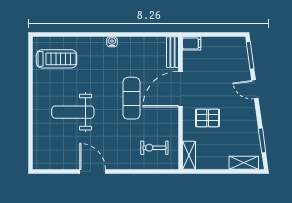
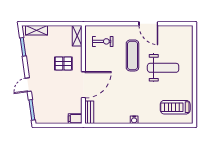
door: (255, 89) -> (28, 85), swing flipped
exercise mat: (132, 98) -> (132, 55), moved

